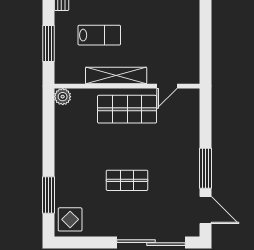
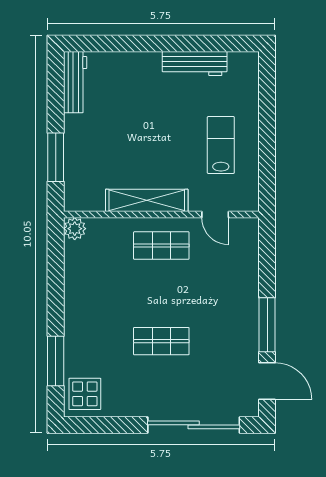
lab bench: (99, 35) -> (221, 145), moved, turned -90
door: (167, 86) -> (215, 214), hinge flipped
shop shelf: (127, 109) -> (161, 246), width x0.70, depth x0.74

